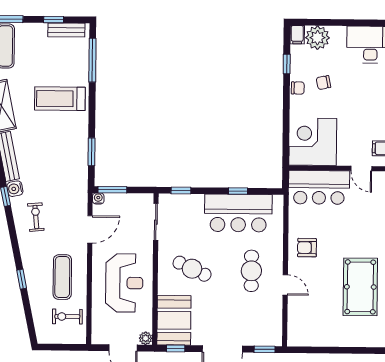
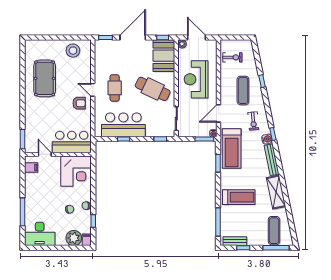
treadmill: (70, 174) -> (232, 149), added
cafe table: (192, 269) -> (153, 89), width x1.37, depth x1.35
exercise mat: (62, 277) -> (243, 90), moved
door: (285, 285) -> (93, 90), moved
stool: (316, 330) -> (73, 51), added

